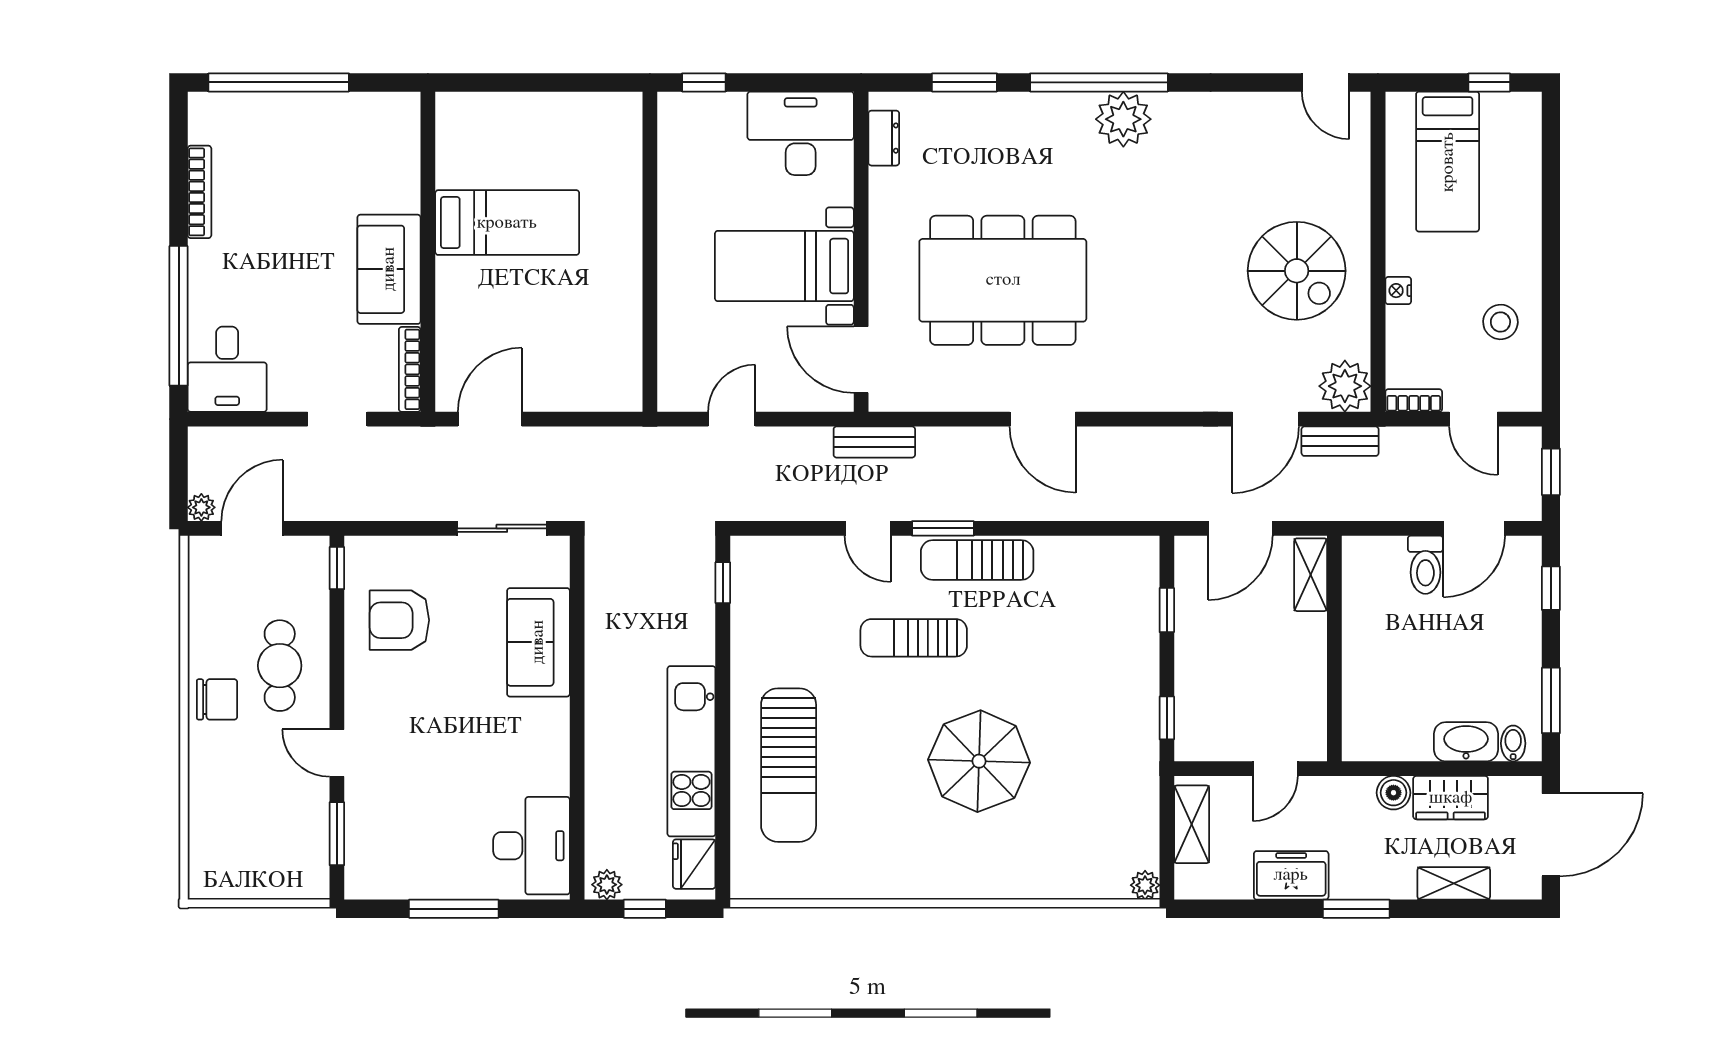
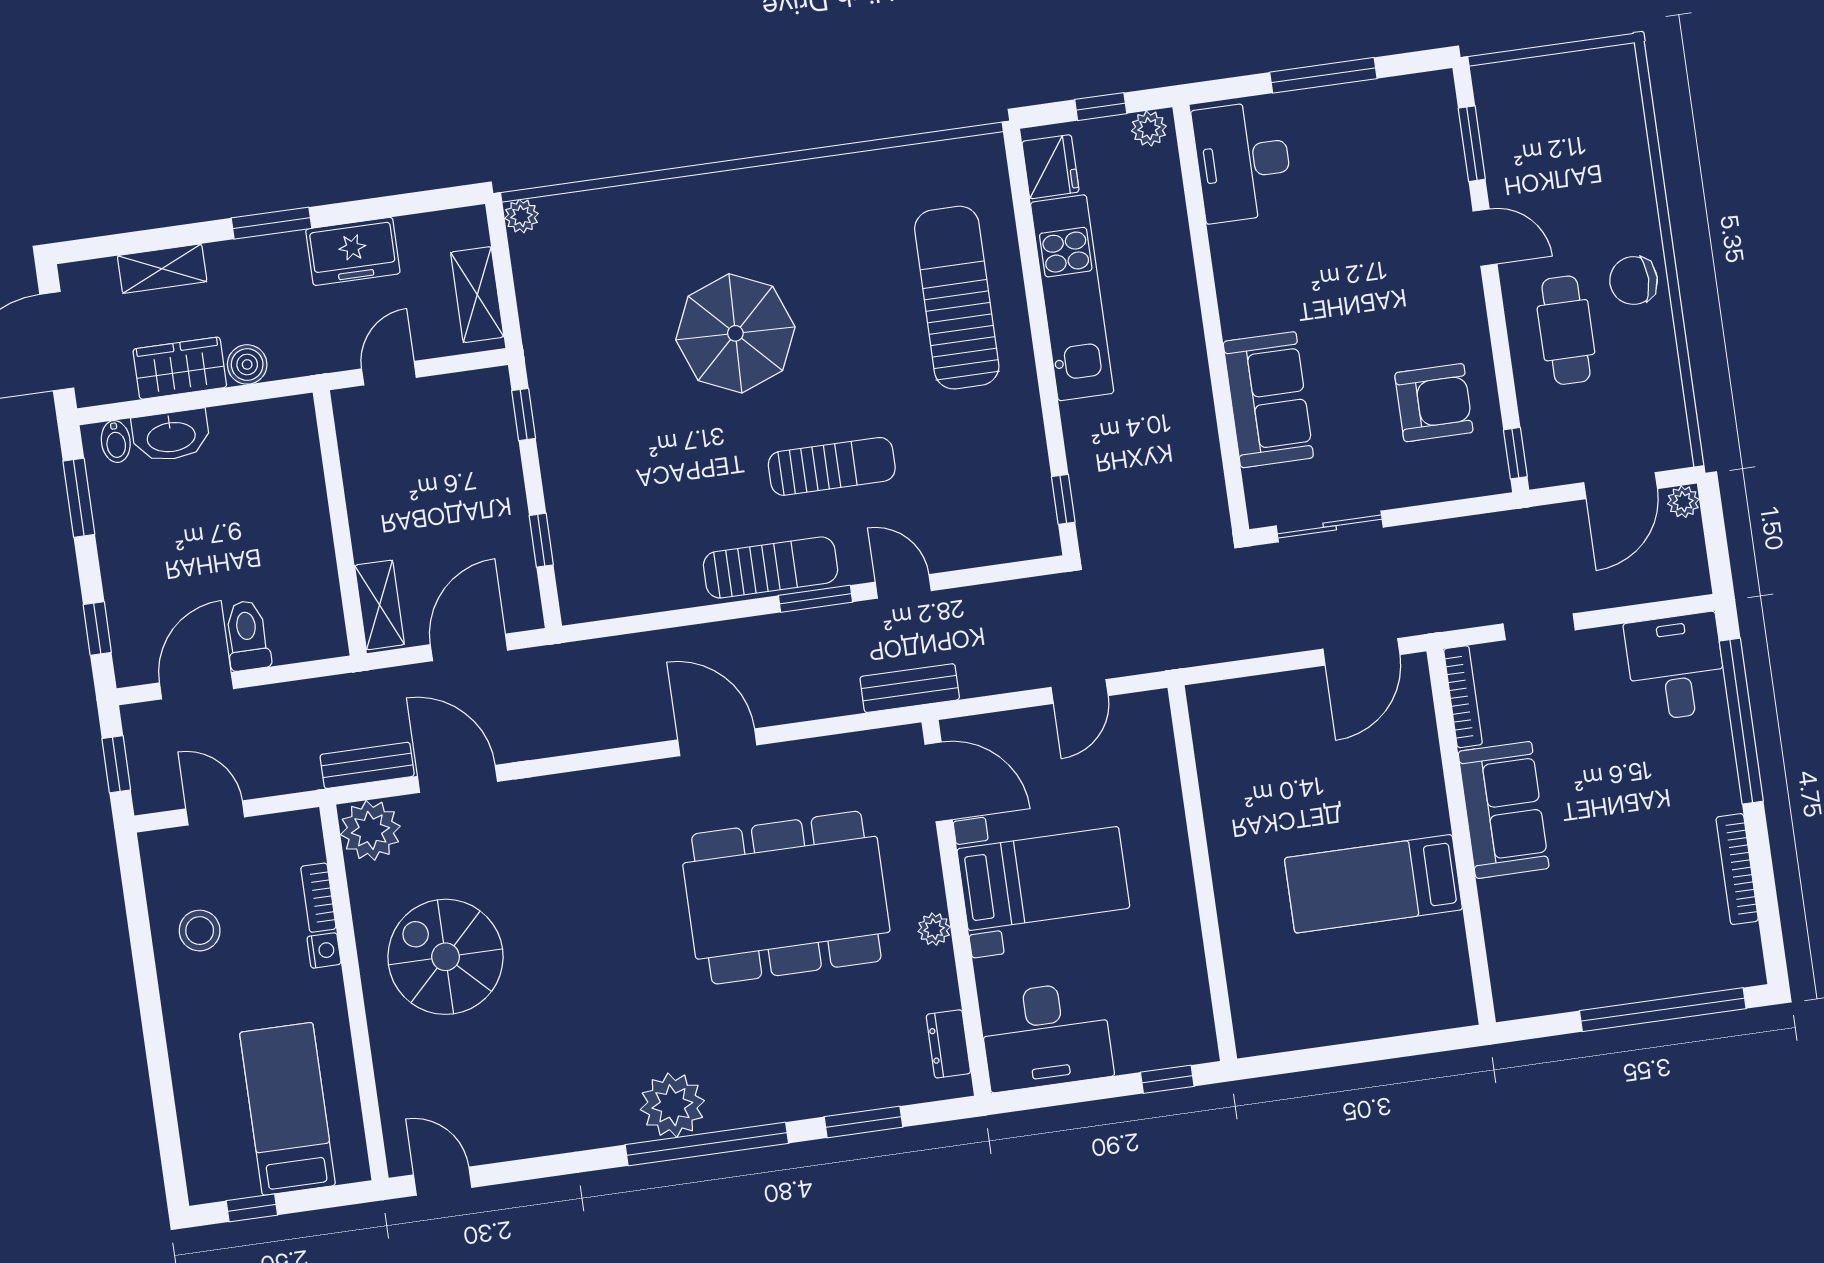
plant: (882, 236) -> (934, 929), added
bookcase: (1414, 400) -> (318, 898), moved, turned 90
door: (1266, 419) -> (457, 779), hinge flipped

